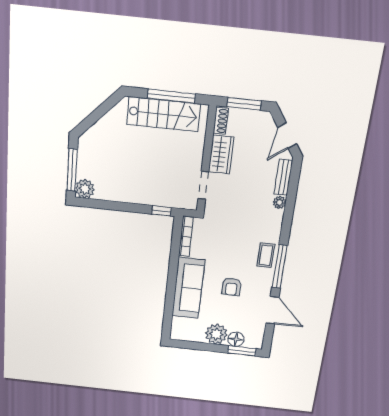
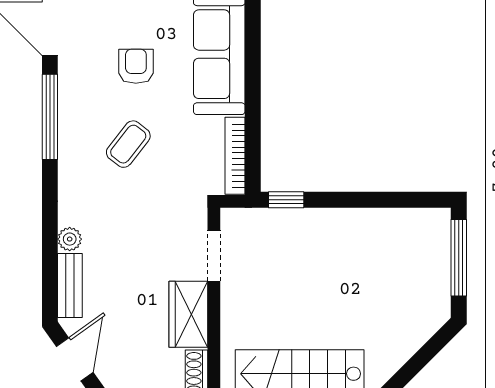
plant: (85, 189) -> (433, 226), removed
coffee table: (266, 255) -> (128, 144), moved, turned 38

